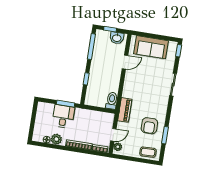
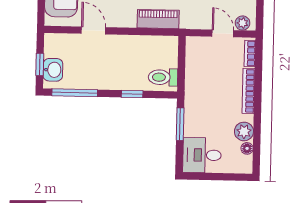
washbasin: (117, 38) -> (53, 70), moved
toilet: (112, 101) -> (163, 77), moved
piano: (125, 110) -> (158, 19), moved
desk: (63, 116) -> (202, 155), moved

